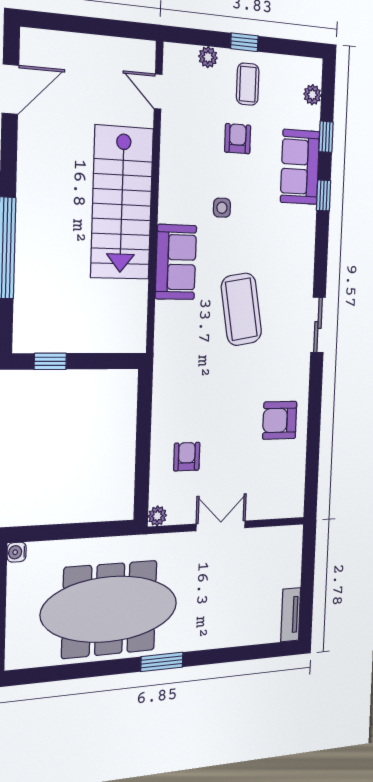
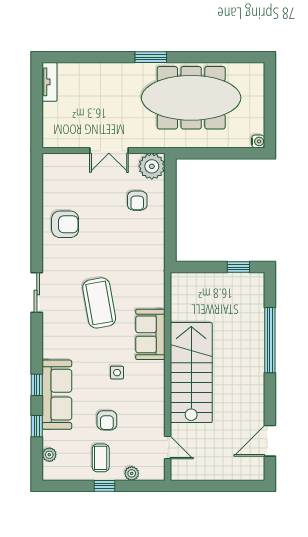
sofa: (300, 167) -> (57, 395), width x1.36
plant: (157, 516) -> (152, 166), width x1.87, depth x1.87

